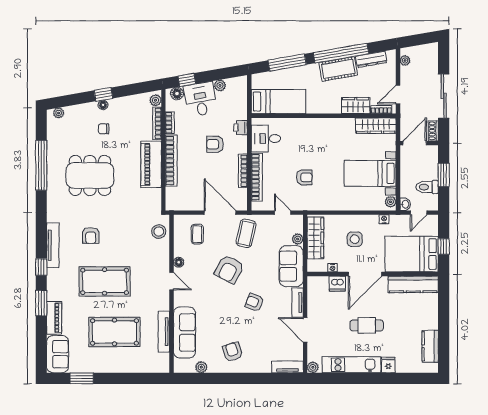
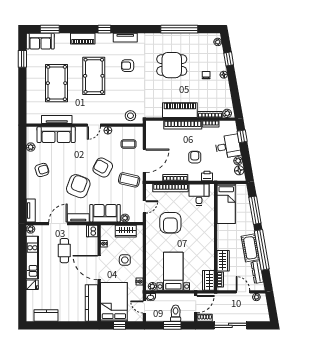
window: (103, 94) -> (229, 59), moved
floor lamp: (177, 94) -> (239, 170), moved
door: (398, 95) -> (243, 292), moved
wardrobe: (376, 126) -> (208, 280), width x0.67
door: (415, 143) -> (196, 304), hinge flipped
dining table: (90, 175) -> (172, 65), width x0.73
armchair: (304, 177) -> (170, 223), width x1.88, depth x1.88
toilet: (427, 187) -> (176, 313), moved
wardrobe: (315, 238) -> (126, 231), width x0.67
tv unit: (53, 245) -> (125, 38), width x0.71
dishwasher: (337, 284) -> (92, 231), moved
armchair: (254, 302) -> (78, 186), width x1.88, depth x1.88
window: (41, 303) -> (50, 29), moved
piano: (54, 318) -> (83, 39), moved
cafe table: (367, 325) -> (64, 251), moved

